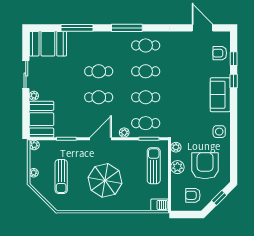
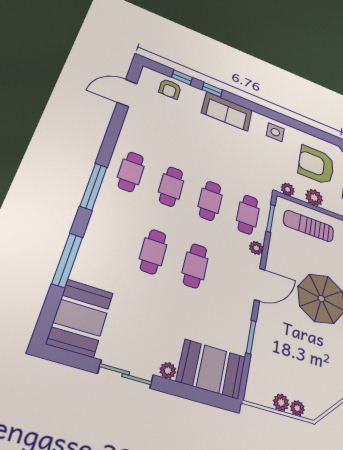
door: (101, 139) -> (260, 285), swing flipped
plant: (34, 145) -> (281, 403), moved
sun lounger: (61, 176) -> (308, 364), removed

